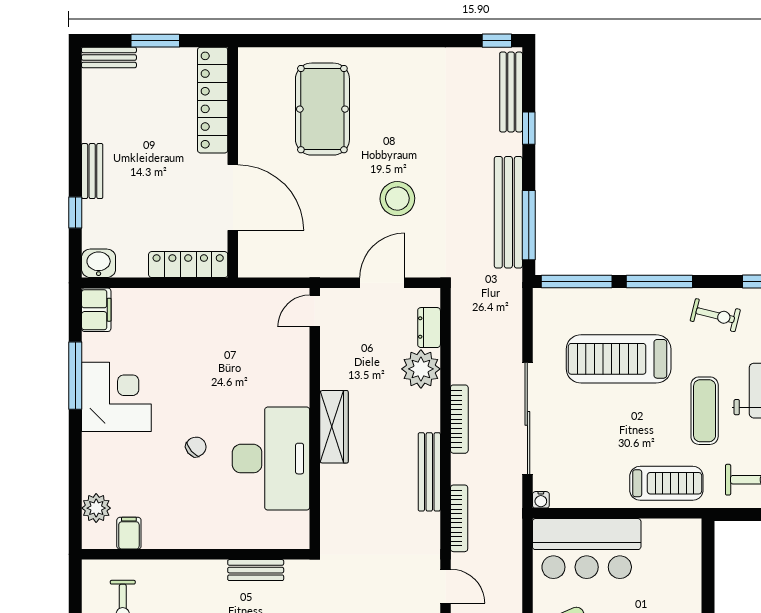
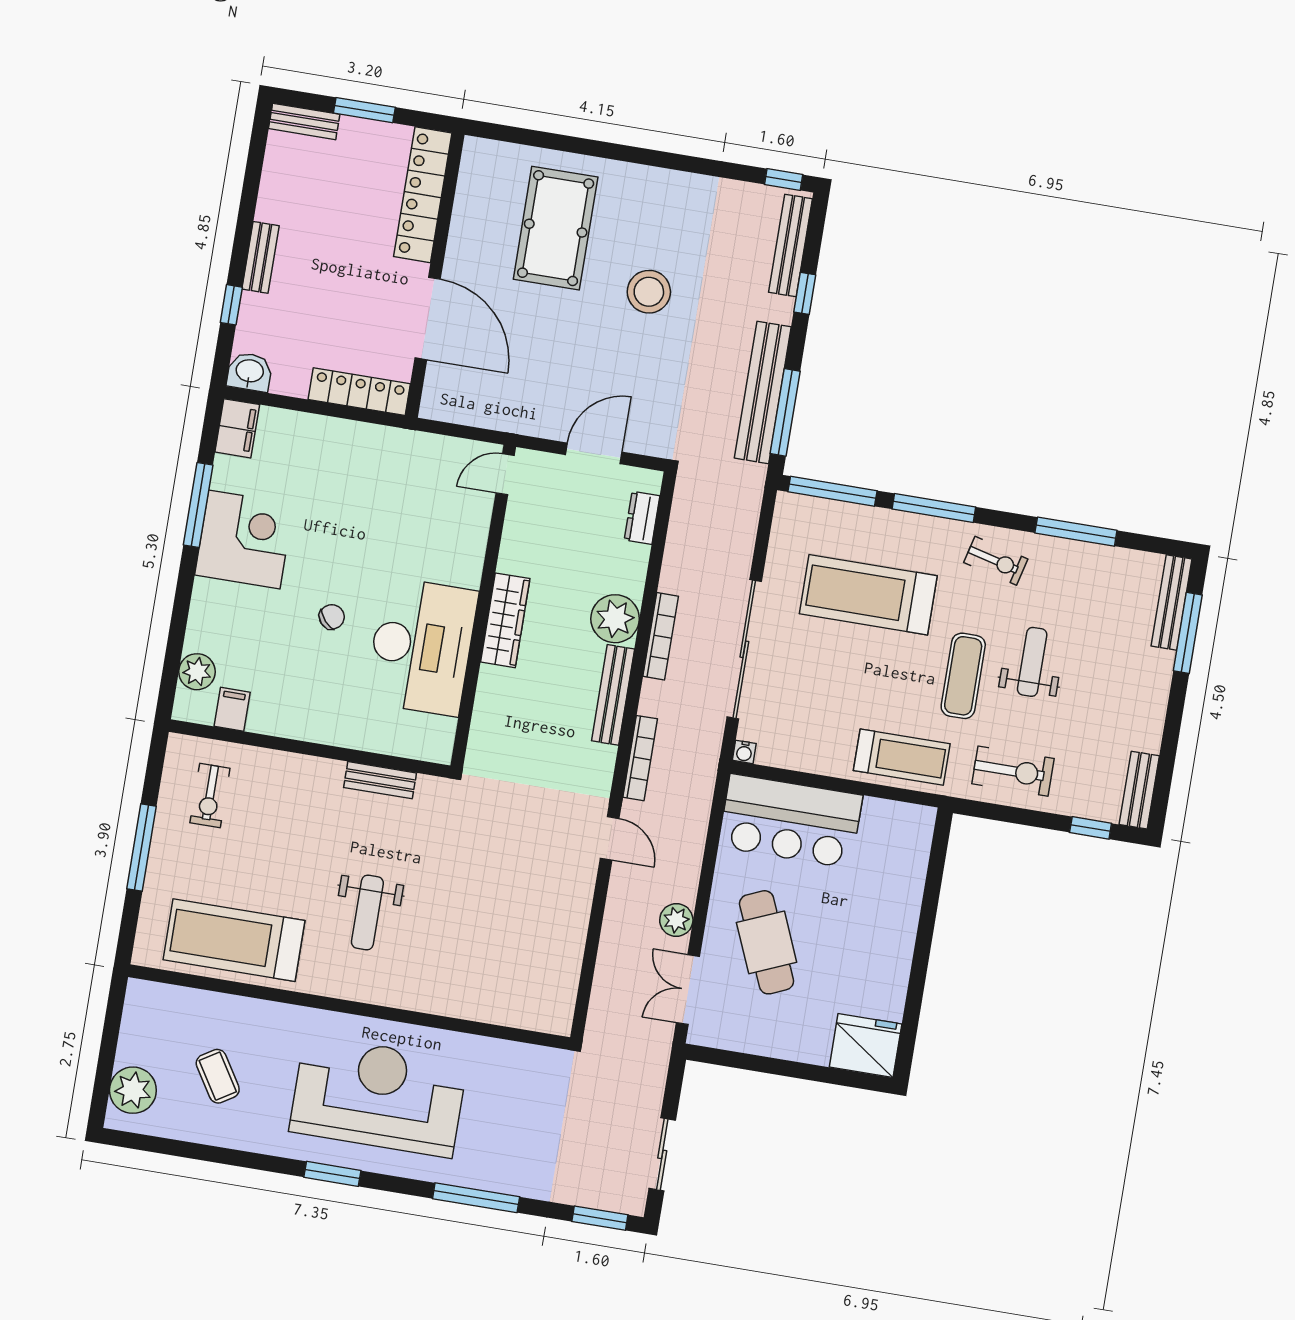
stool: (397, 199) -> (649, 292), moved
plant: (421, 369) -> (615, 619), moved

